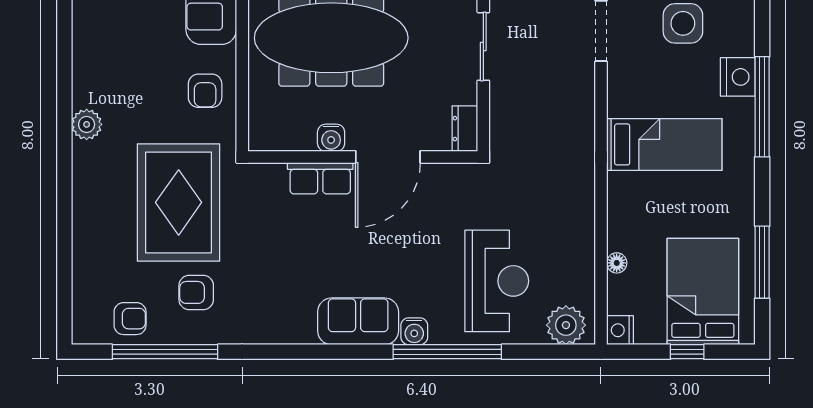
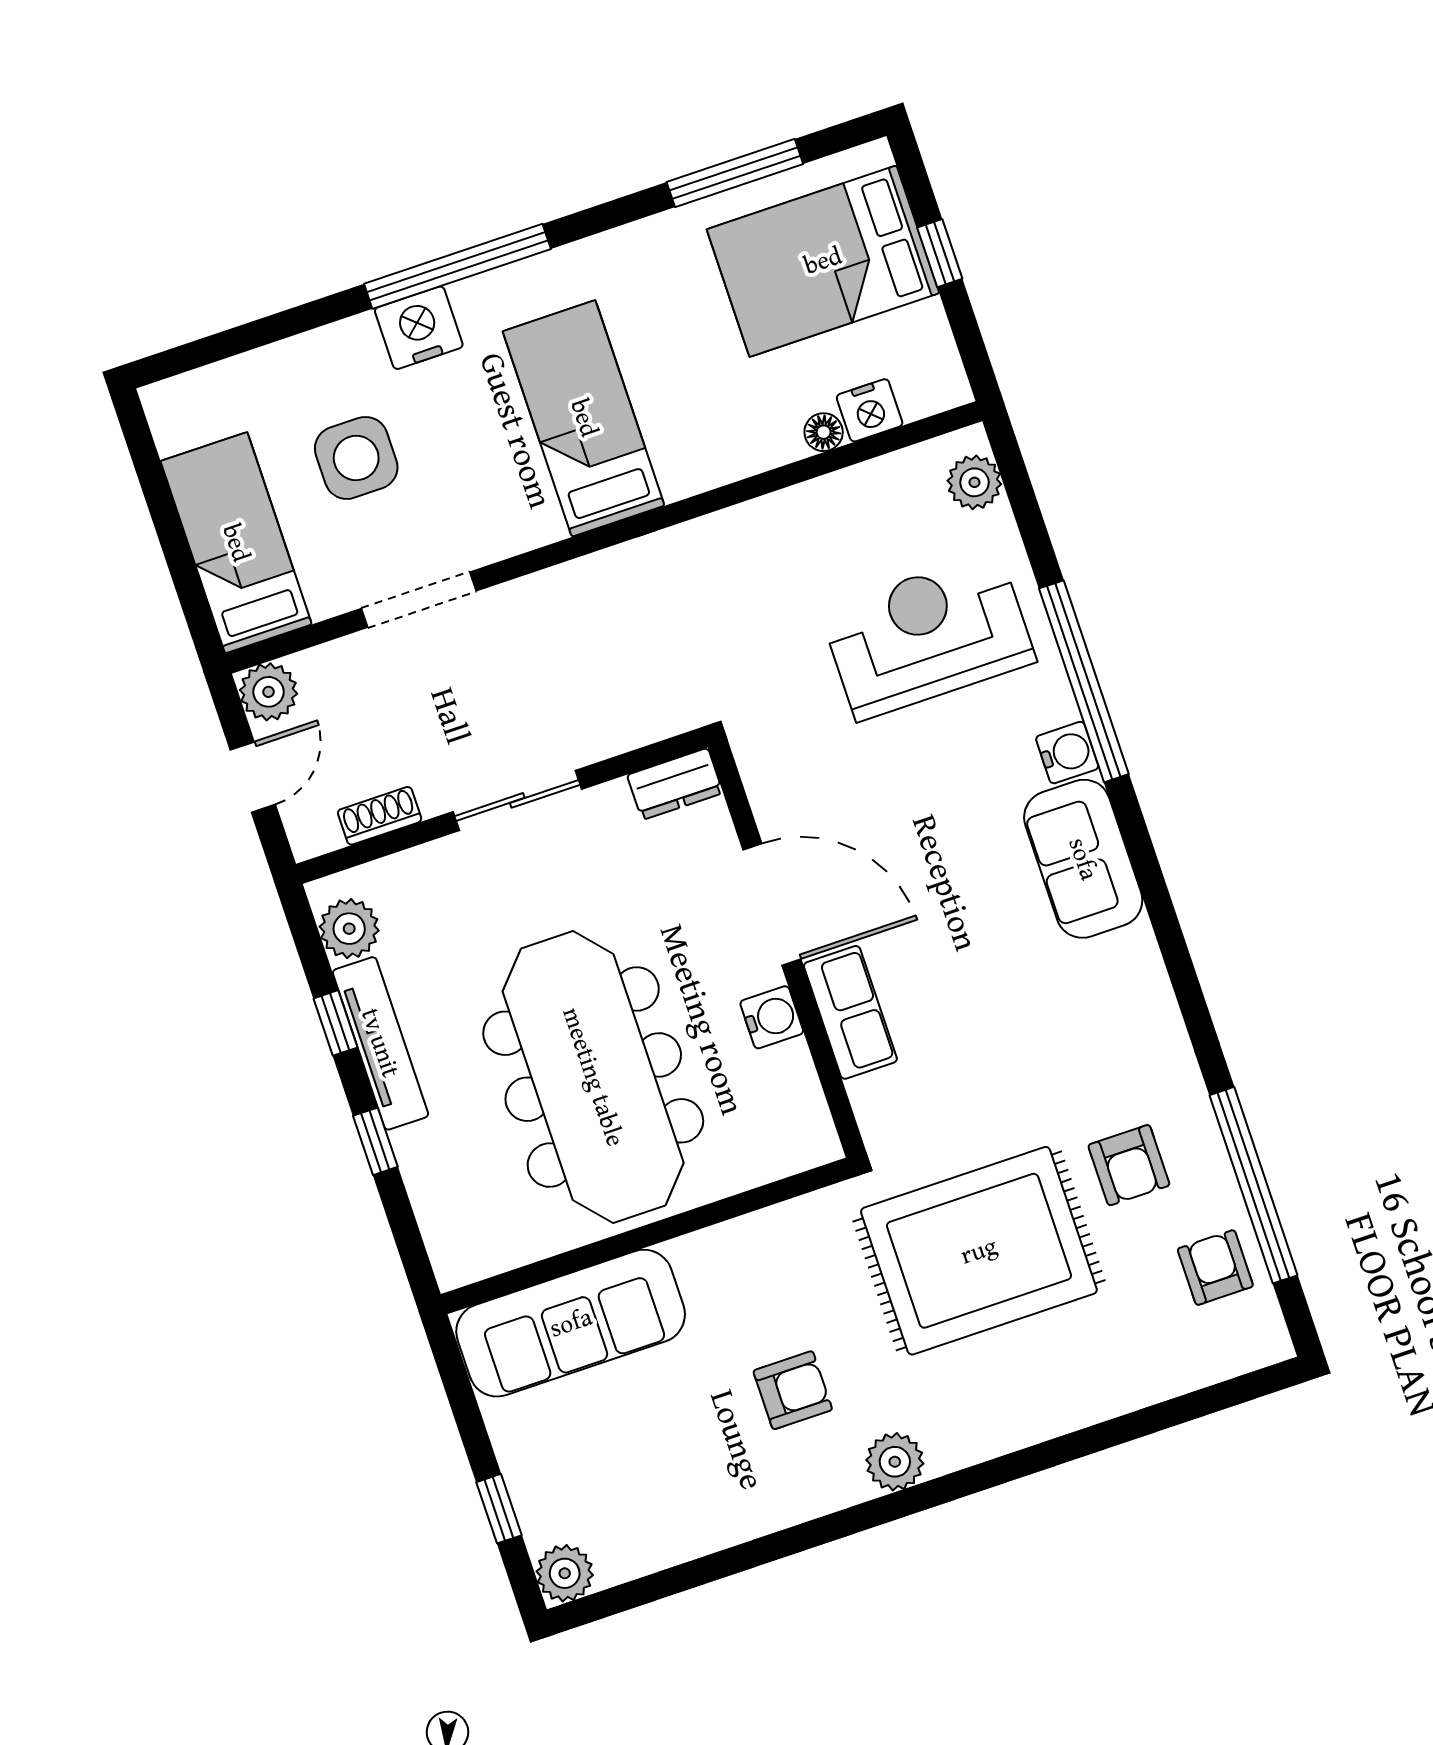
armchair: (205, 91) -> (793, 1390), moved
plant: (566, 325) -> (974, 482), width x0.73, depth x0.73
nightstand: (620, 330) -> (870, 410), moved

